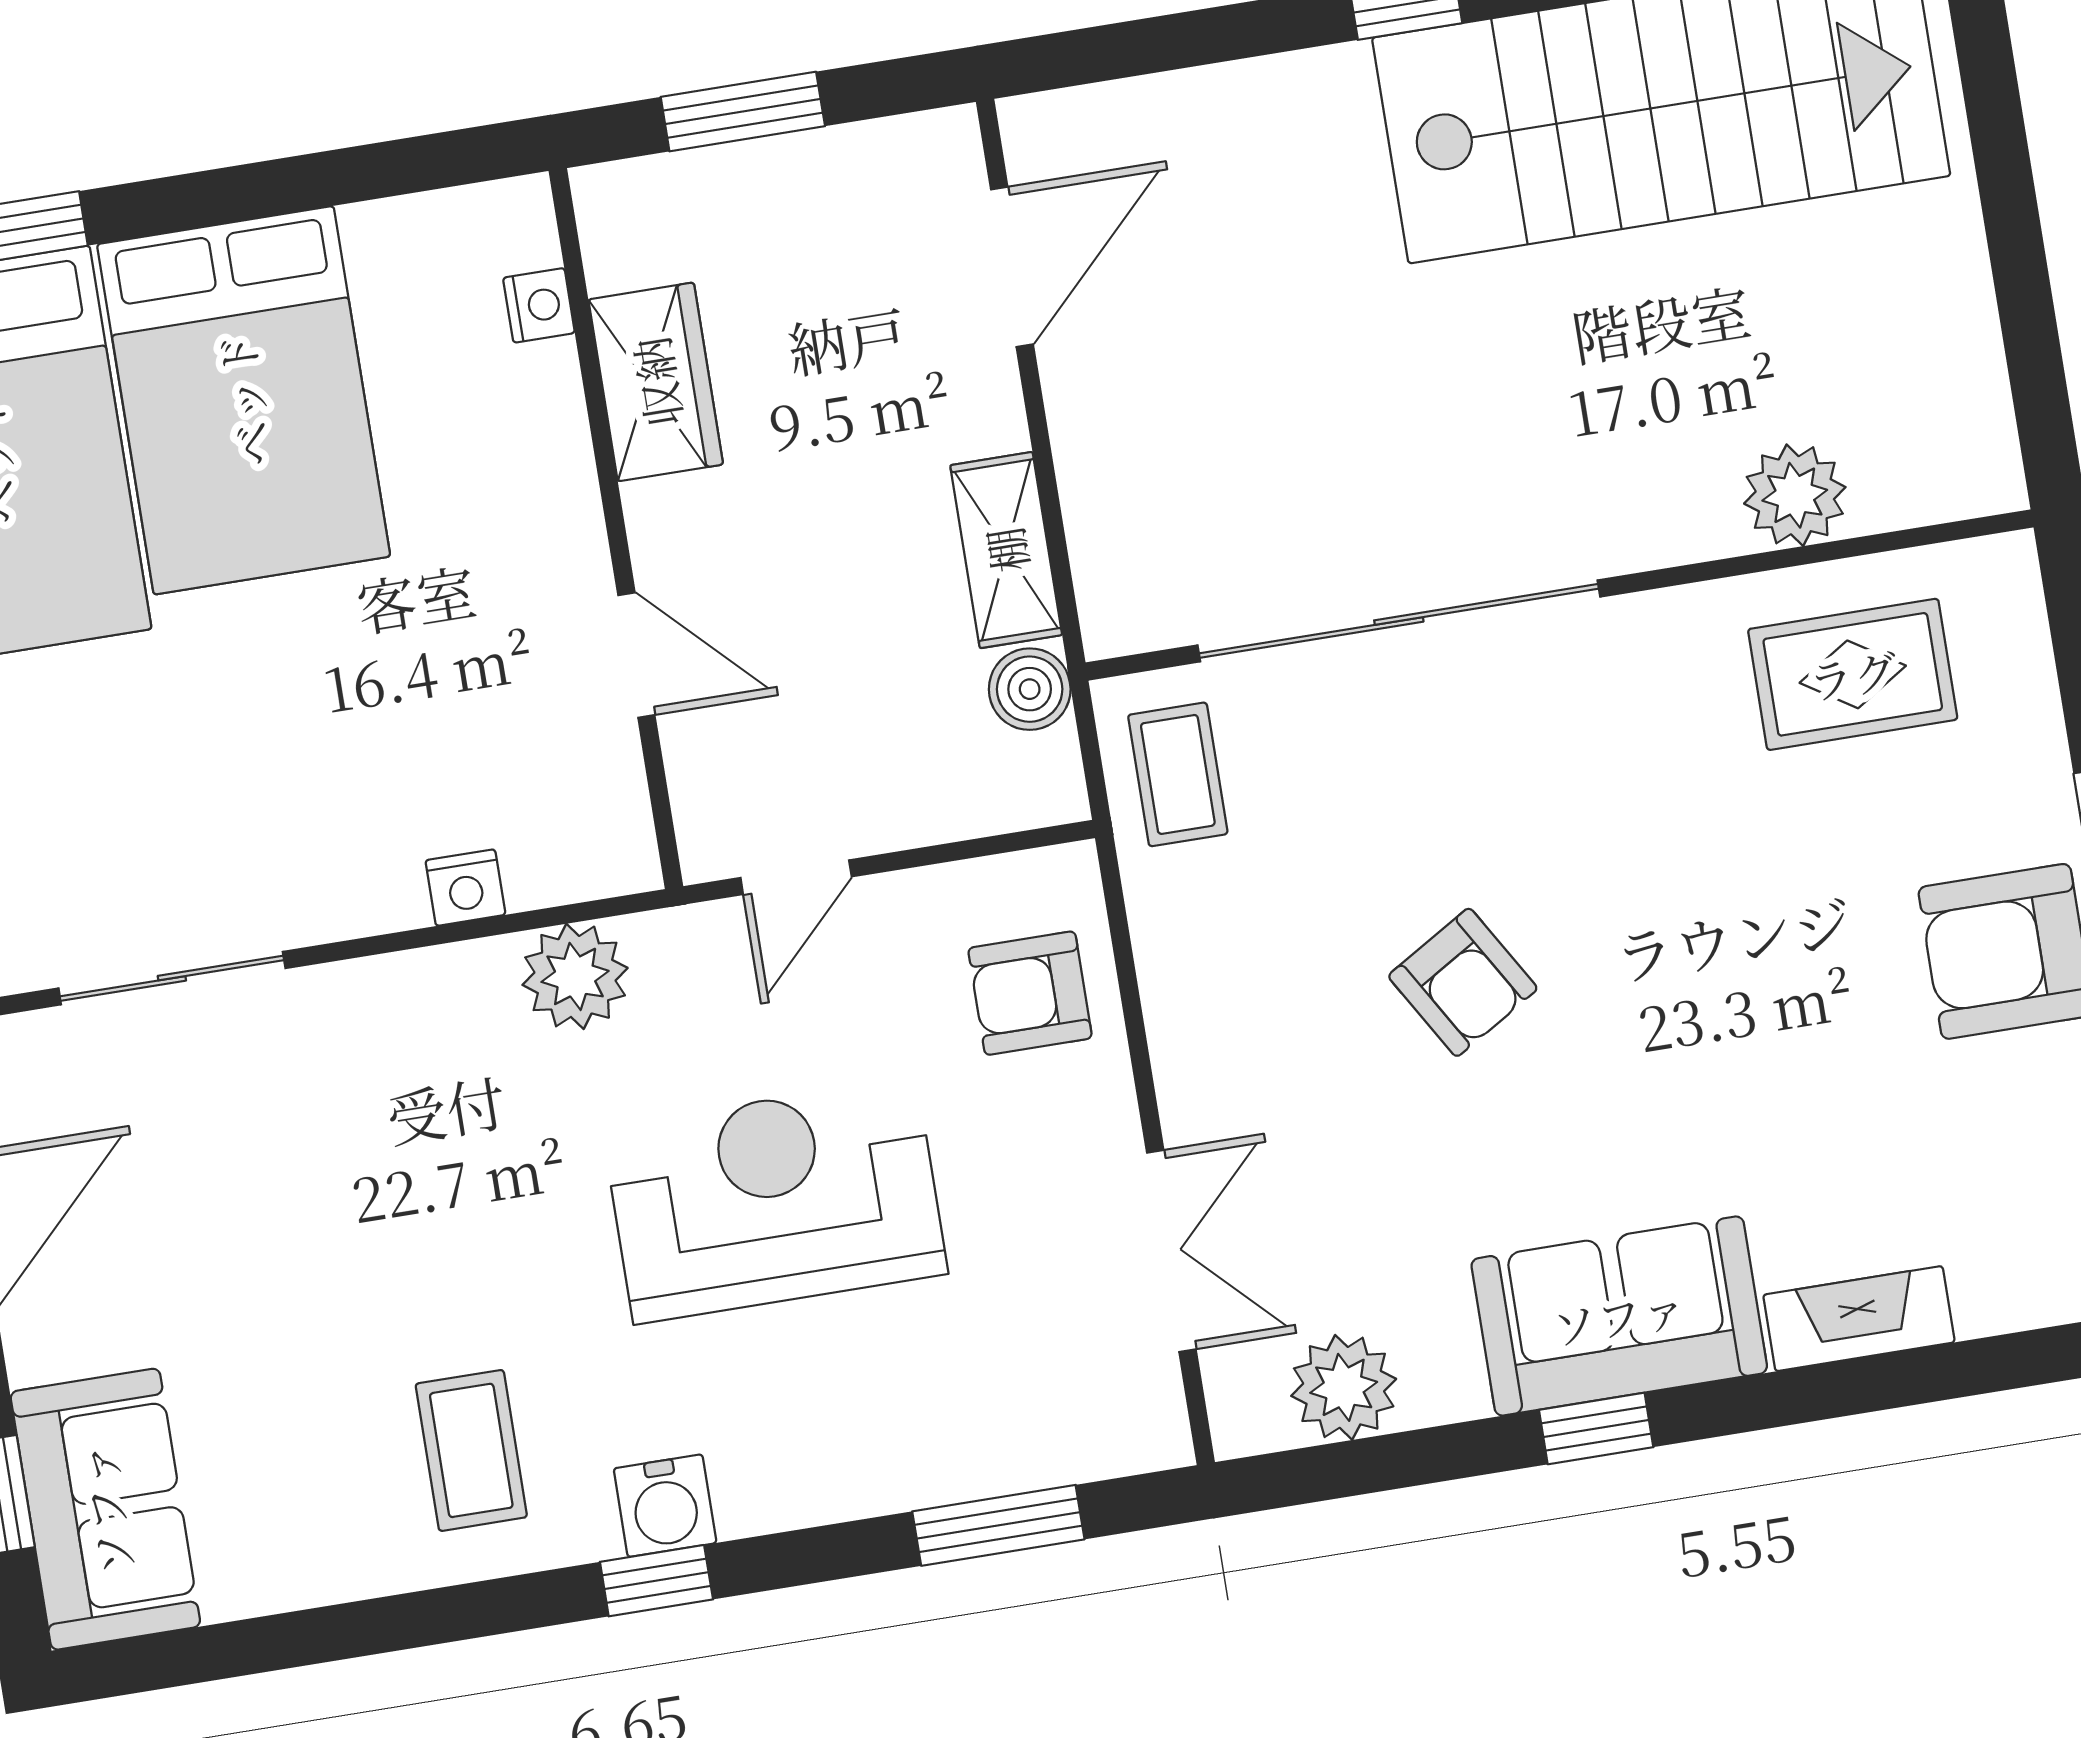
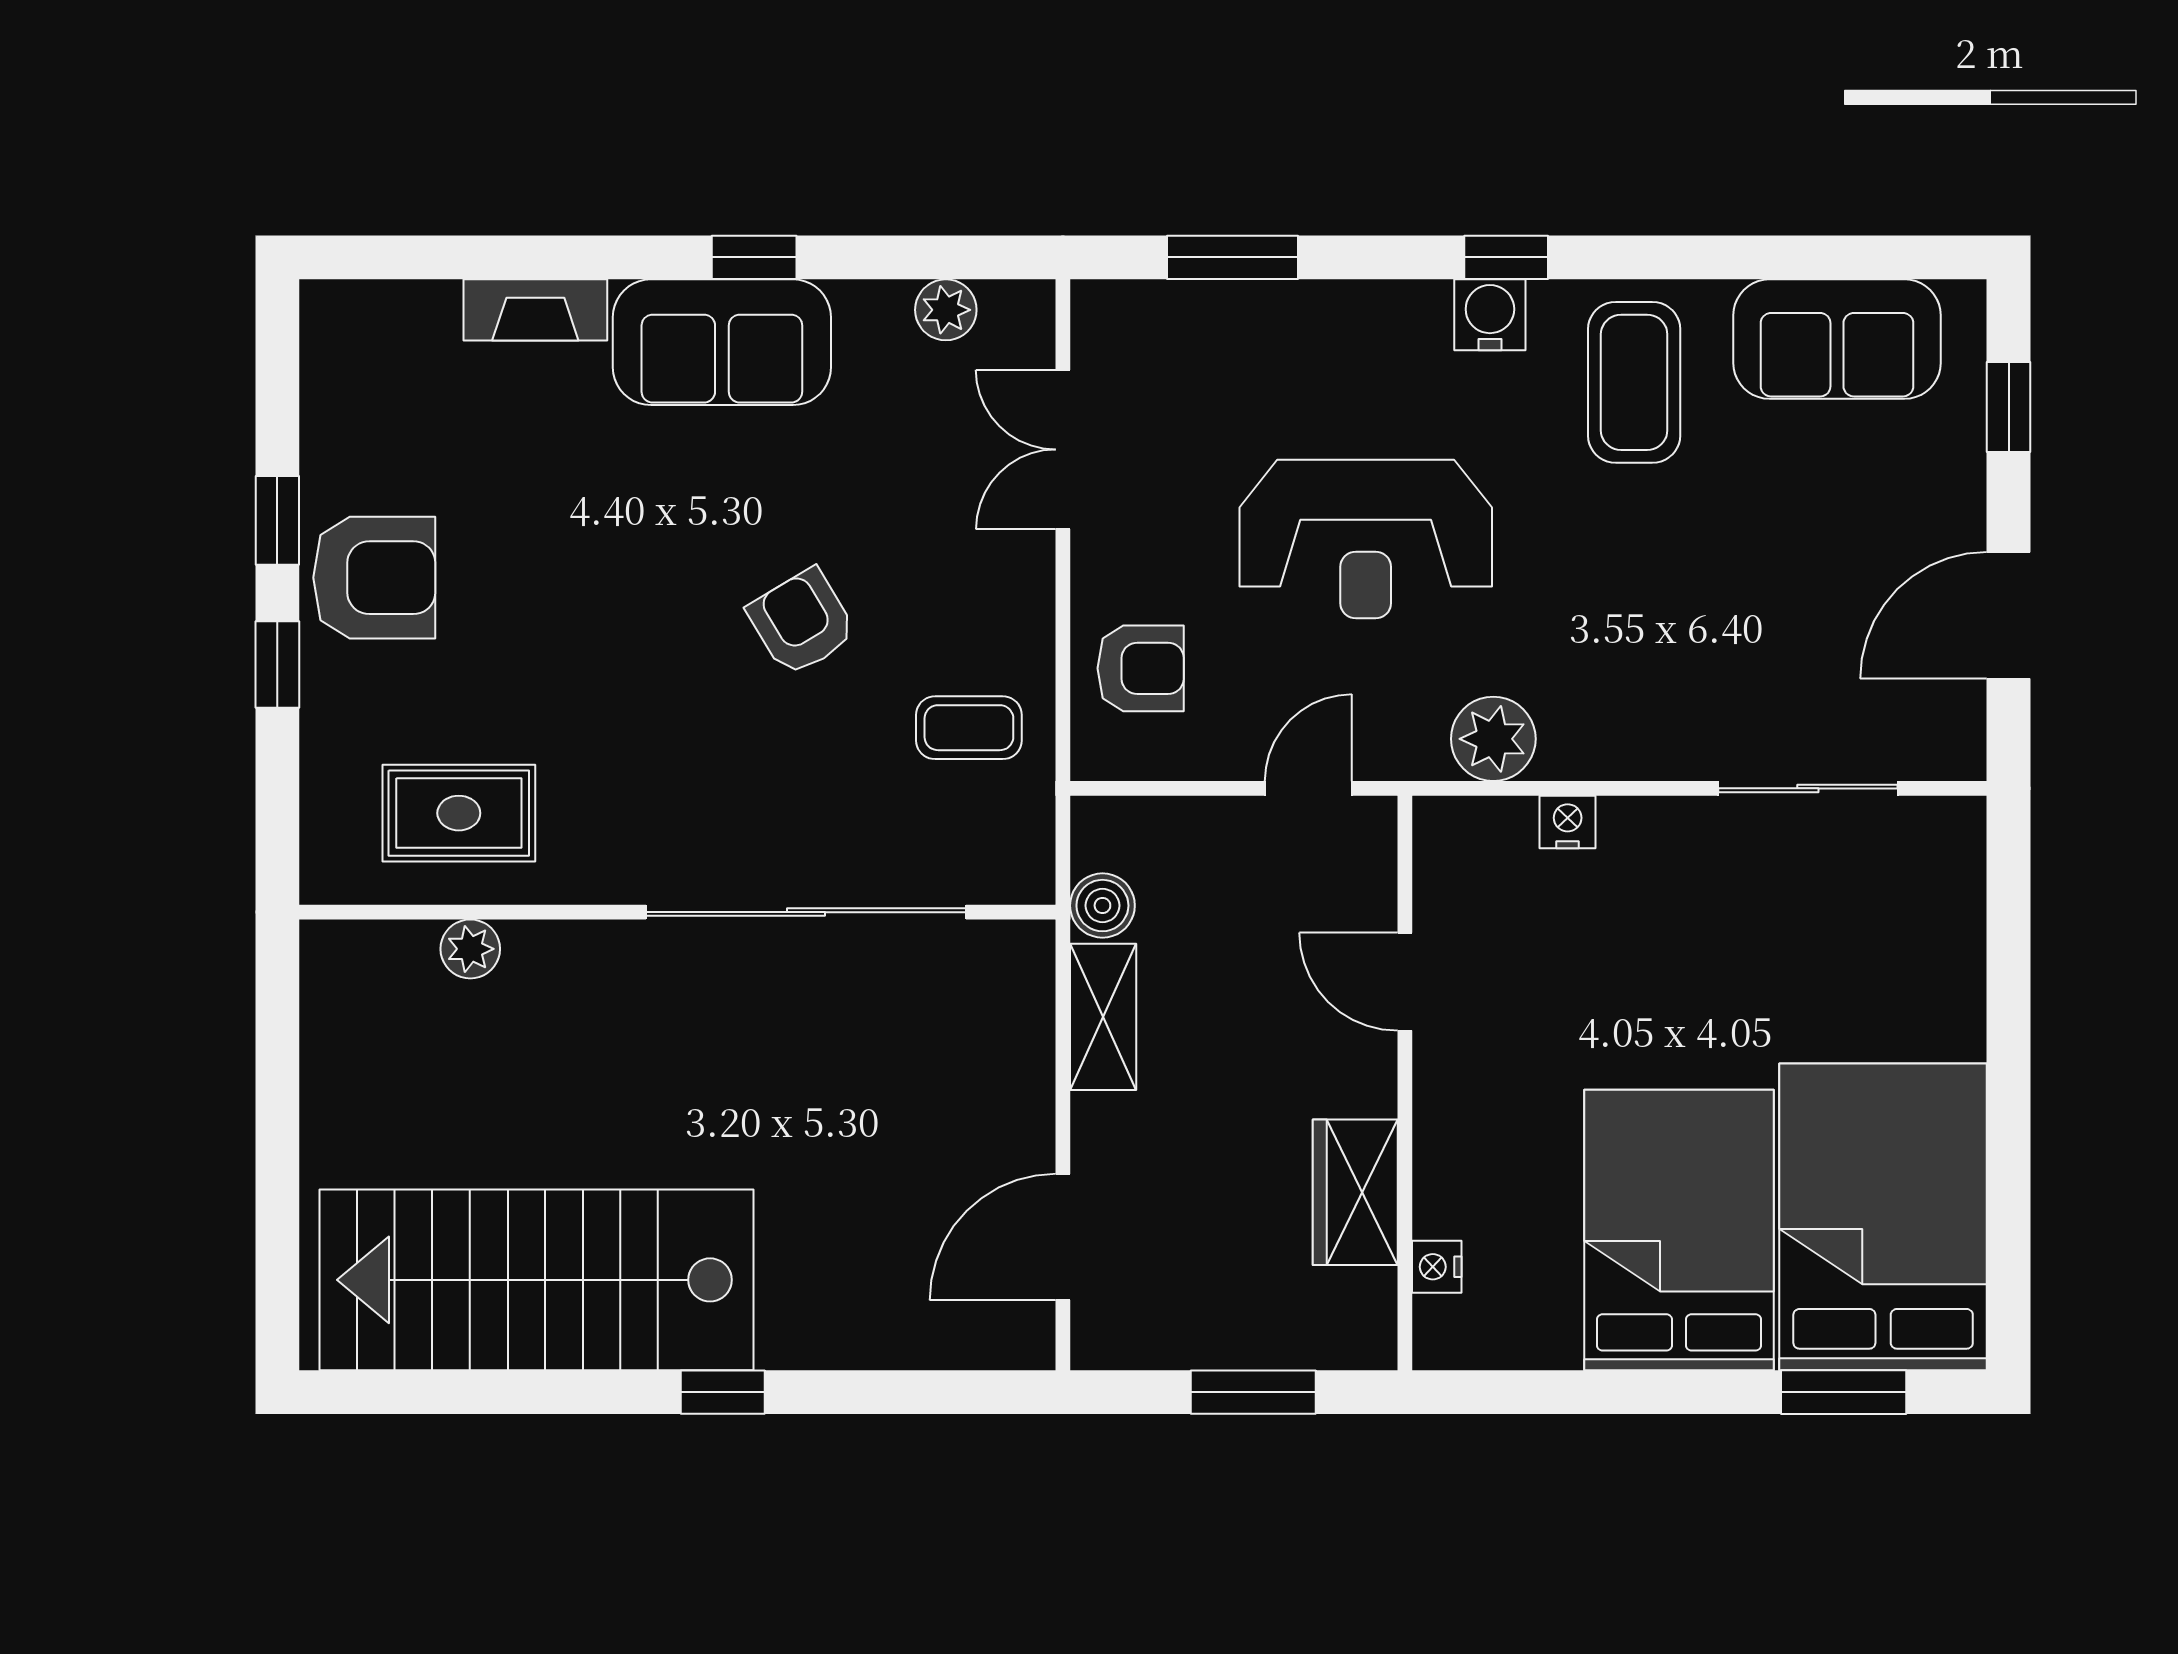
plant: (1795, 495) -> (470, 949), width x0.73, depth x0.73
coffee table: (1178, 774) -> (969, 728), moved, turned 90
plant: (1344, 1387) -> (946, 310), width x0.73, depth x0.73
coffee table: (471, 1450) -> (1634, 382), width x1.36, depth x1.30
sofa: (105, 1509) -> (1837, 339), moved, turned -90

